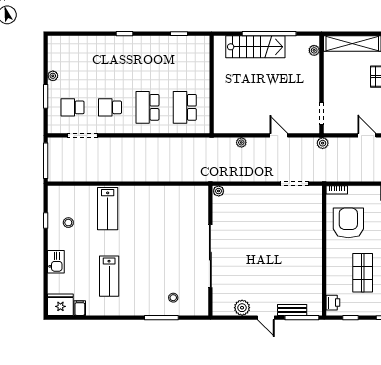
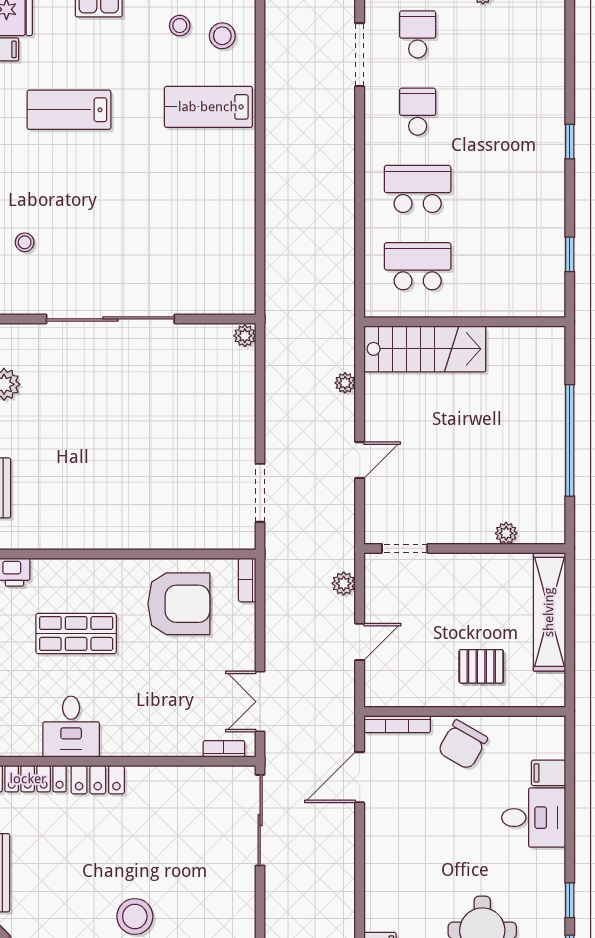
stairs: (255, 47) -> (425, 349), moved, turned -90
plant: (314, 50) -> (506, 533), moved
plant: (323, 143) -> (344, 583), moved
stool: (73, 202) -> (222, 36), added

